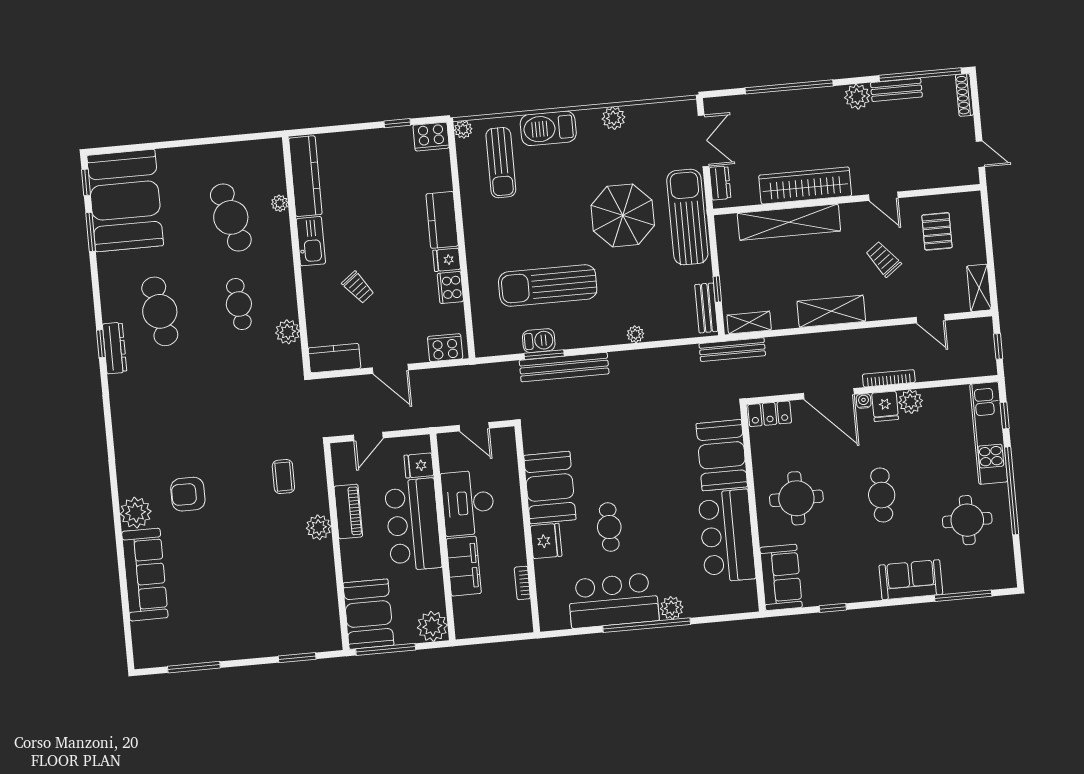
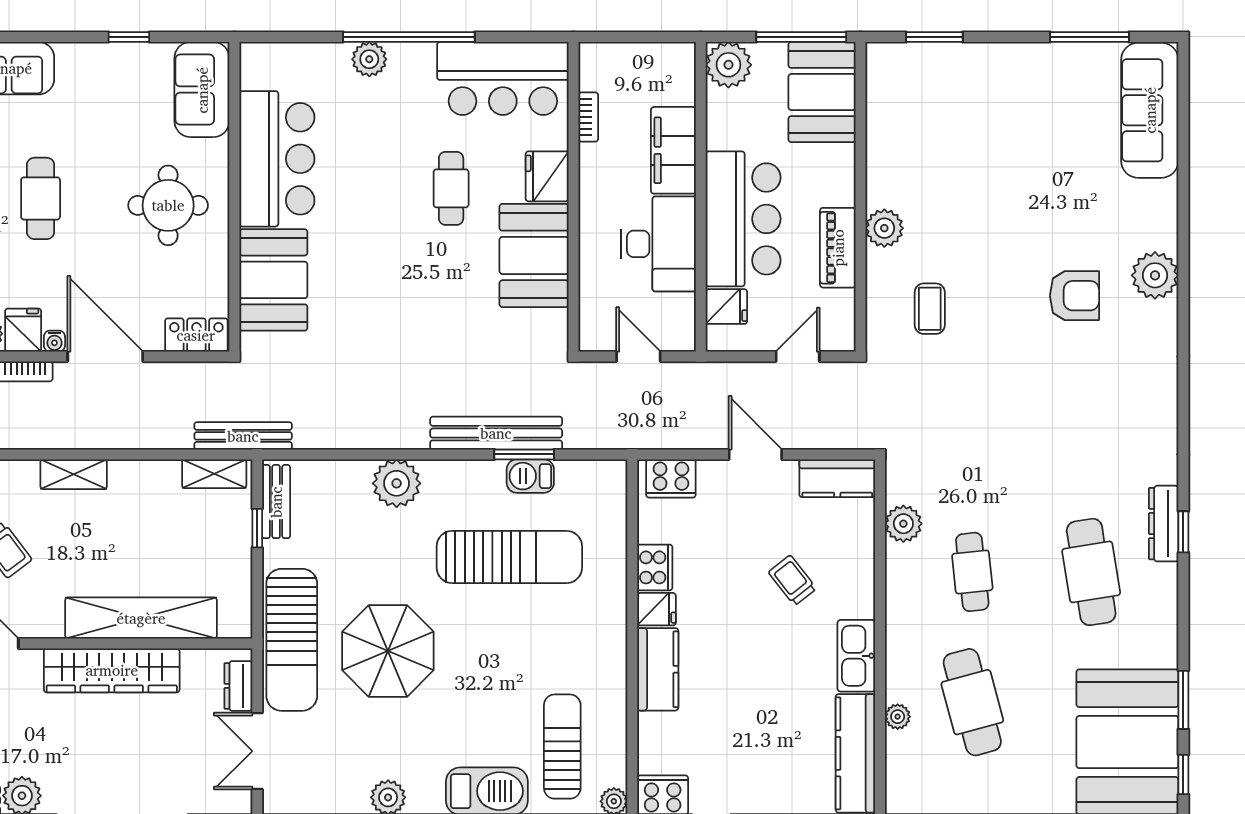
shelving: (831, 311) -> (74, 474), width x0.67, depth x0.75
plant: (635, 334) -> (397, 483), width x1.88, depth x1.88
sofa: (145, 575) -> (1150, 110), moved
bar counter: (613, 600) -> (503, 78), moved

